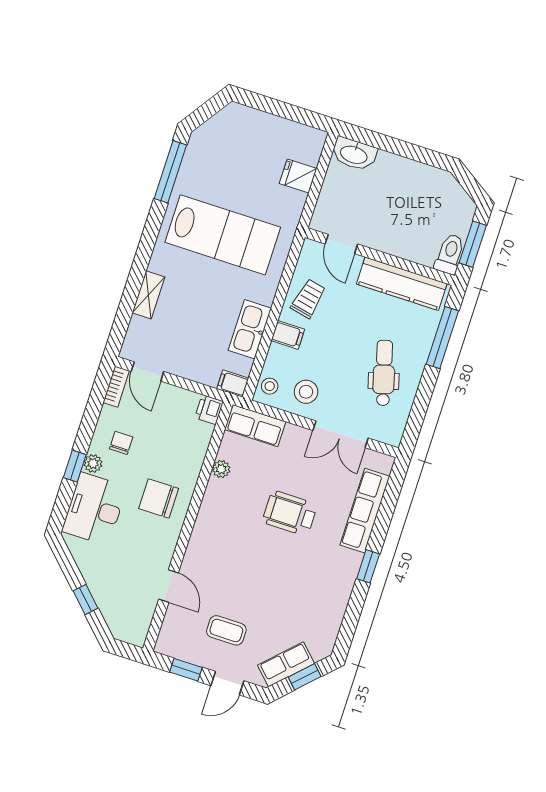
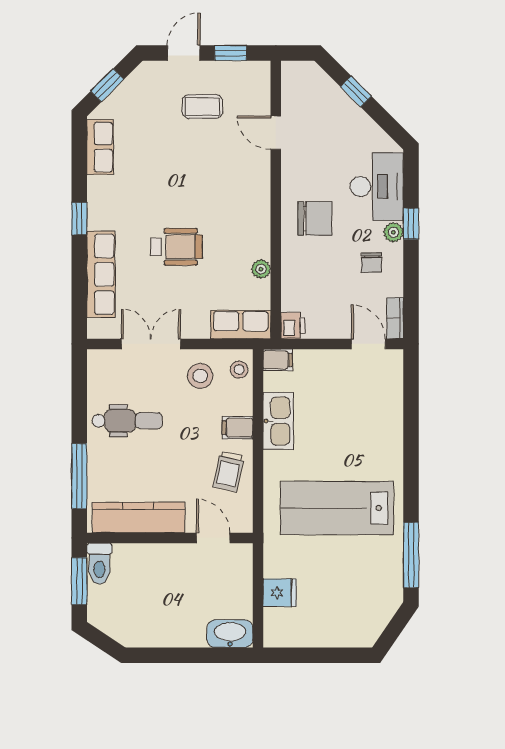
shelving: (148, 295) -> (393, 422), removed
dental chair: (384, 373) -> (127, 421), turned -74
row of seats: (286, 664) -> (100, 147), moved, turned -45

